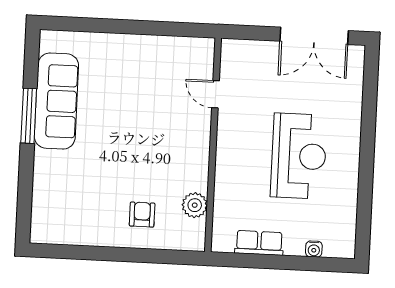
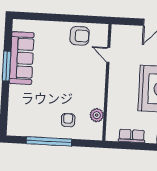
armchair: (163, 60) -> (80, 36), added
window: (107, 254) -> (49, 141), added

